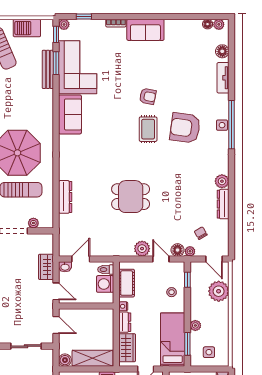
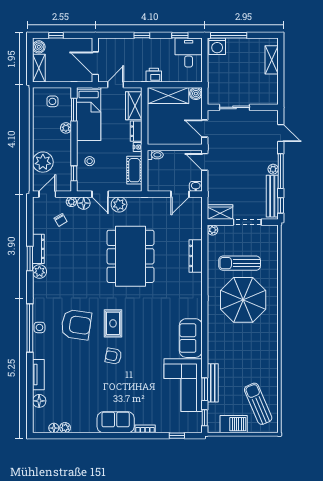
plant: (64, 24) -> (197, 428), removed
plant: (219, 24) -> (65, 428), moved
window: (232, 194) -> (30, 259), added
dining table: (131, 197) -> (130, 256), width x1.88, depth x1.24
plant: (33, 223) -> (213, 230), moved
door: (214, 259) -> (47, 194), hinge flipped
wardrobe: (46, 267) -> (220, 212), moved, turned -90
toilet: (106, 270) -> (155, 155), moved
washing machine: (105, 284) -> (156, 169), removed

